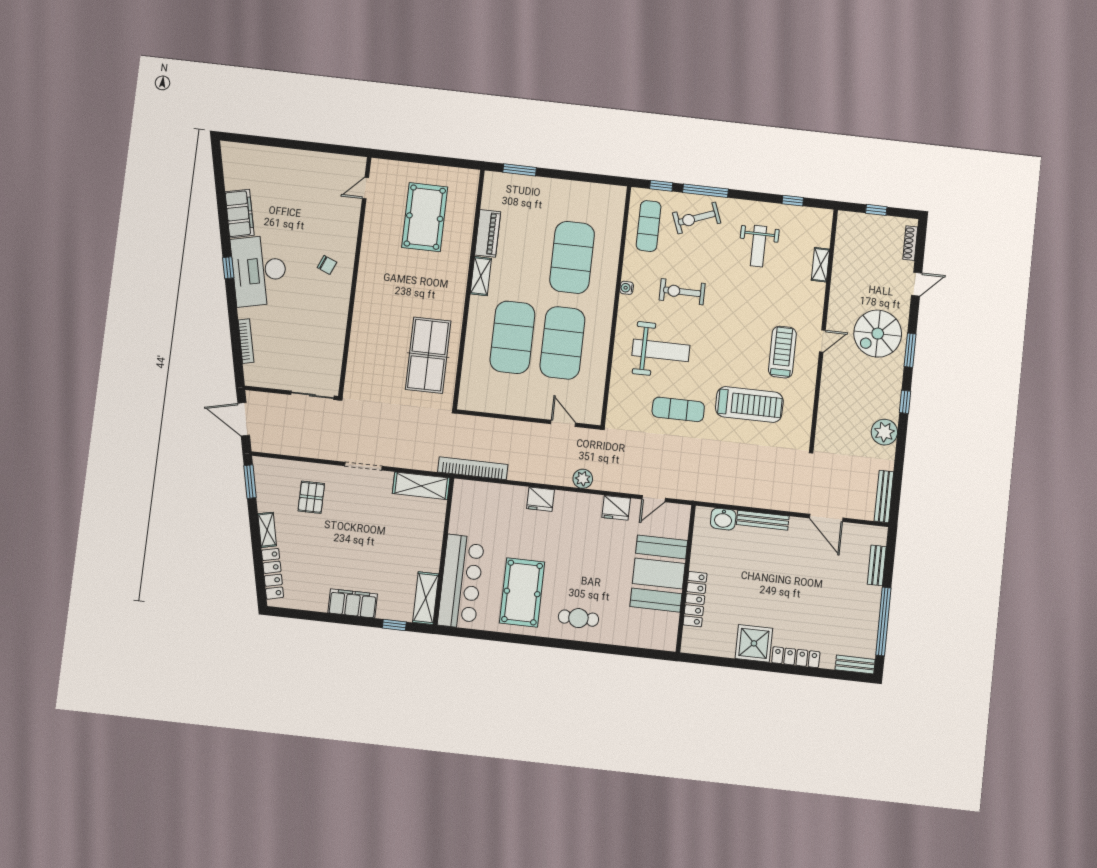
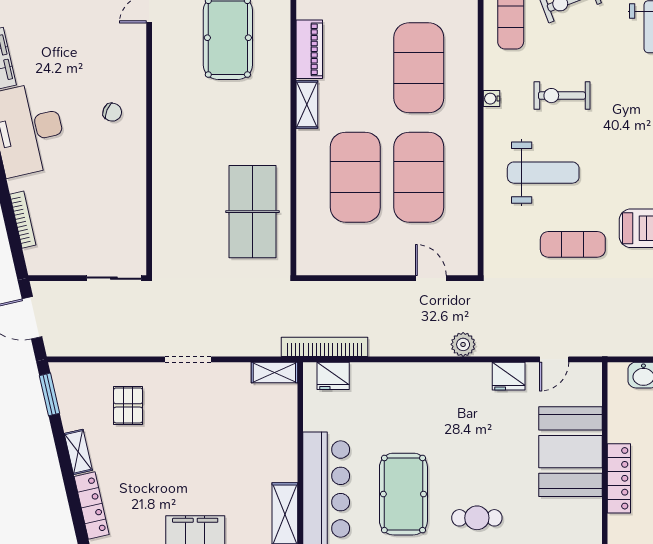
shelving: (421, 486) -> (274, 372), width x0.67, depth x0.75
fridge: (540, 499) -> (333, 376), moved

